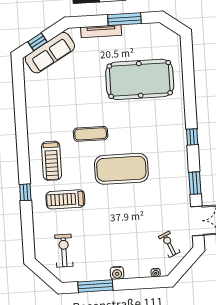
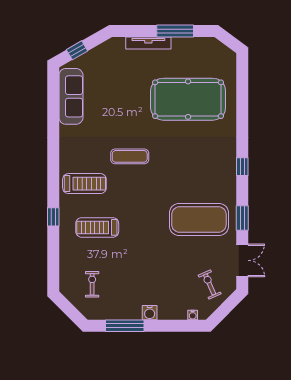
sofa: (50, 53) -> (71, 96), moved, turned -60
treadmill: (51, 161) -> (84, 184), turned -90
exercise mat: (121, 169) -> (199, 220), moved
exercise bike: (64, 251) -> (92, 284), width x0.73, depth x0.72

